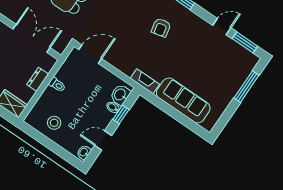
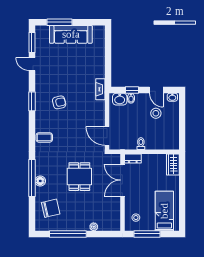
dresser: (38, 79) -> (133, 158), moved
sofa: (183, 100) -> (71, 34), moved, turned -90
stool: (54, 123) -> (156, 113), moved

